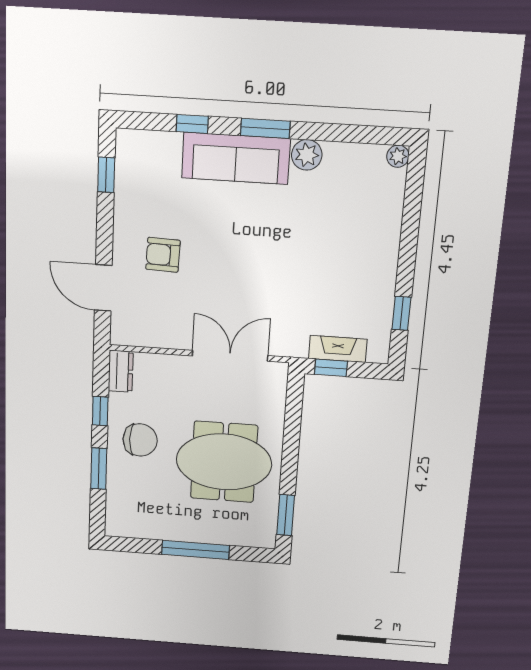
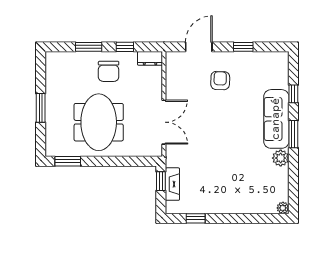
window: (106, 175) -> (243, 47), moved
window: (196, 550) -> (41, 108), width x0.69

